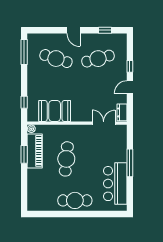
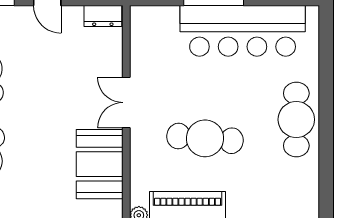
double door: (104, 123) -> (126, 103), moved
bar counter: (115, 184) -> (243, 31), width x1.36

